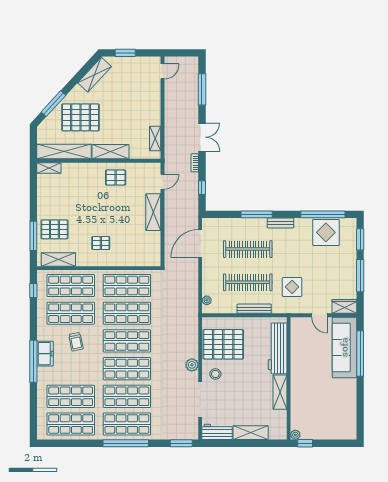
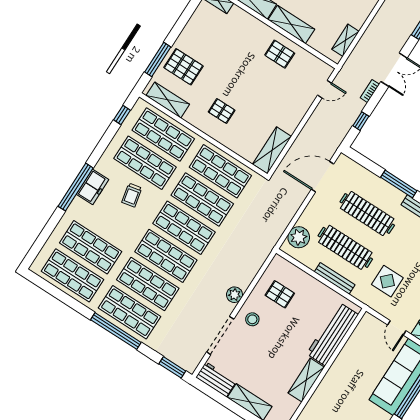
shelving: (153, 212) -> (272, 150), moved
plant: (207, 300) -> (299, 237), width x1.88, depth x1.88
pallet: (223, 344) -> (280, 294), width x0.49, depth x0.50

